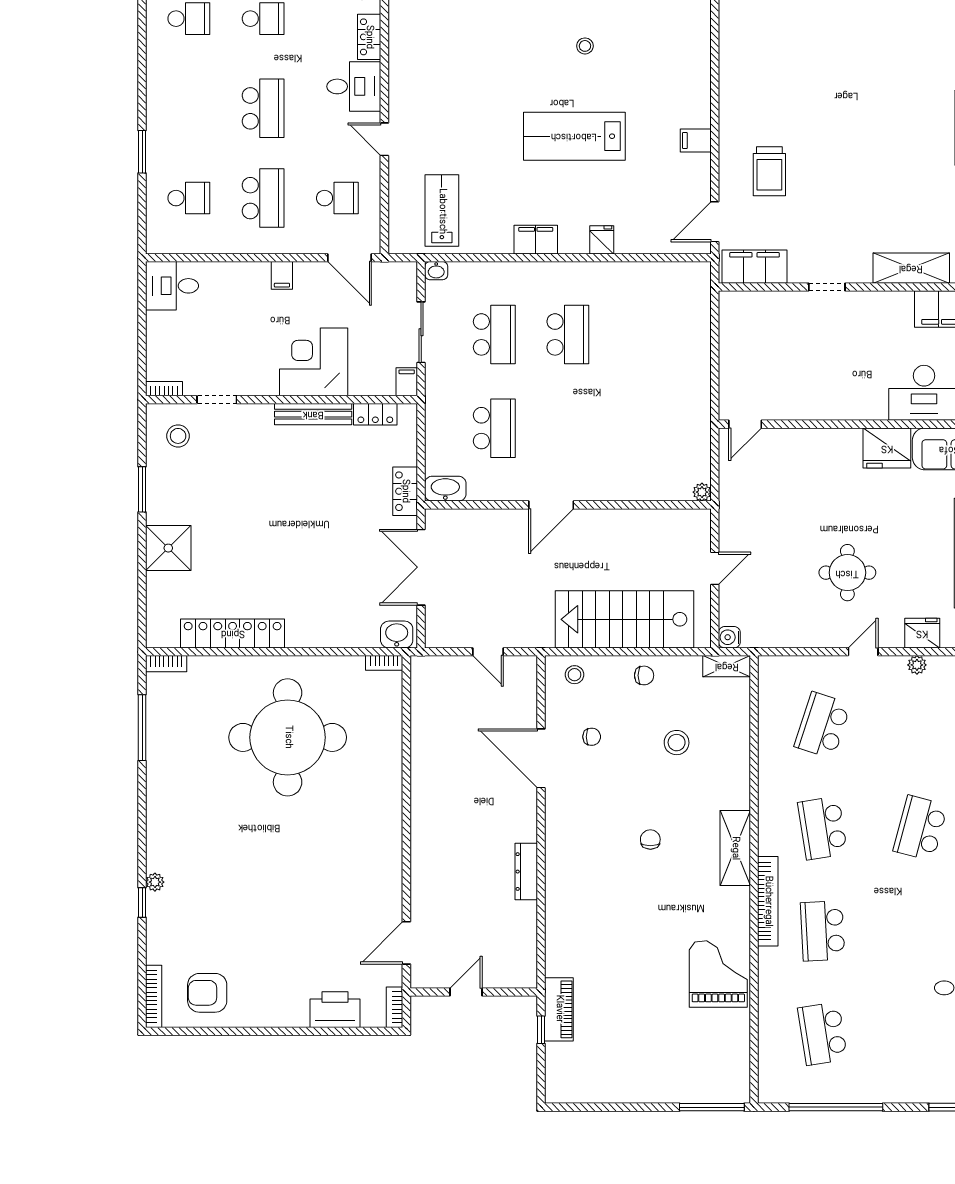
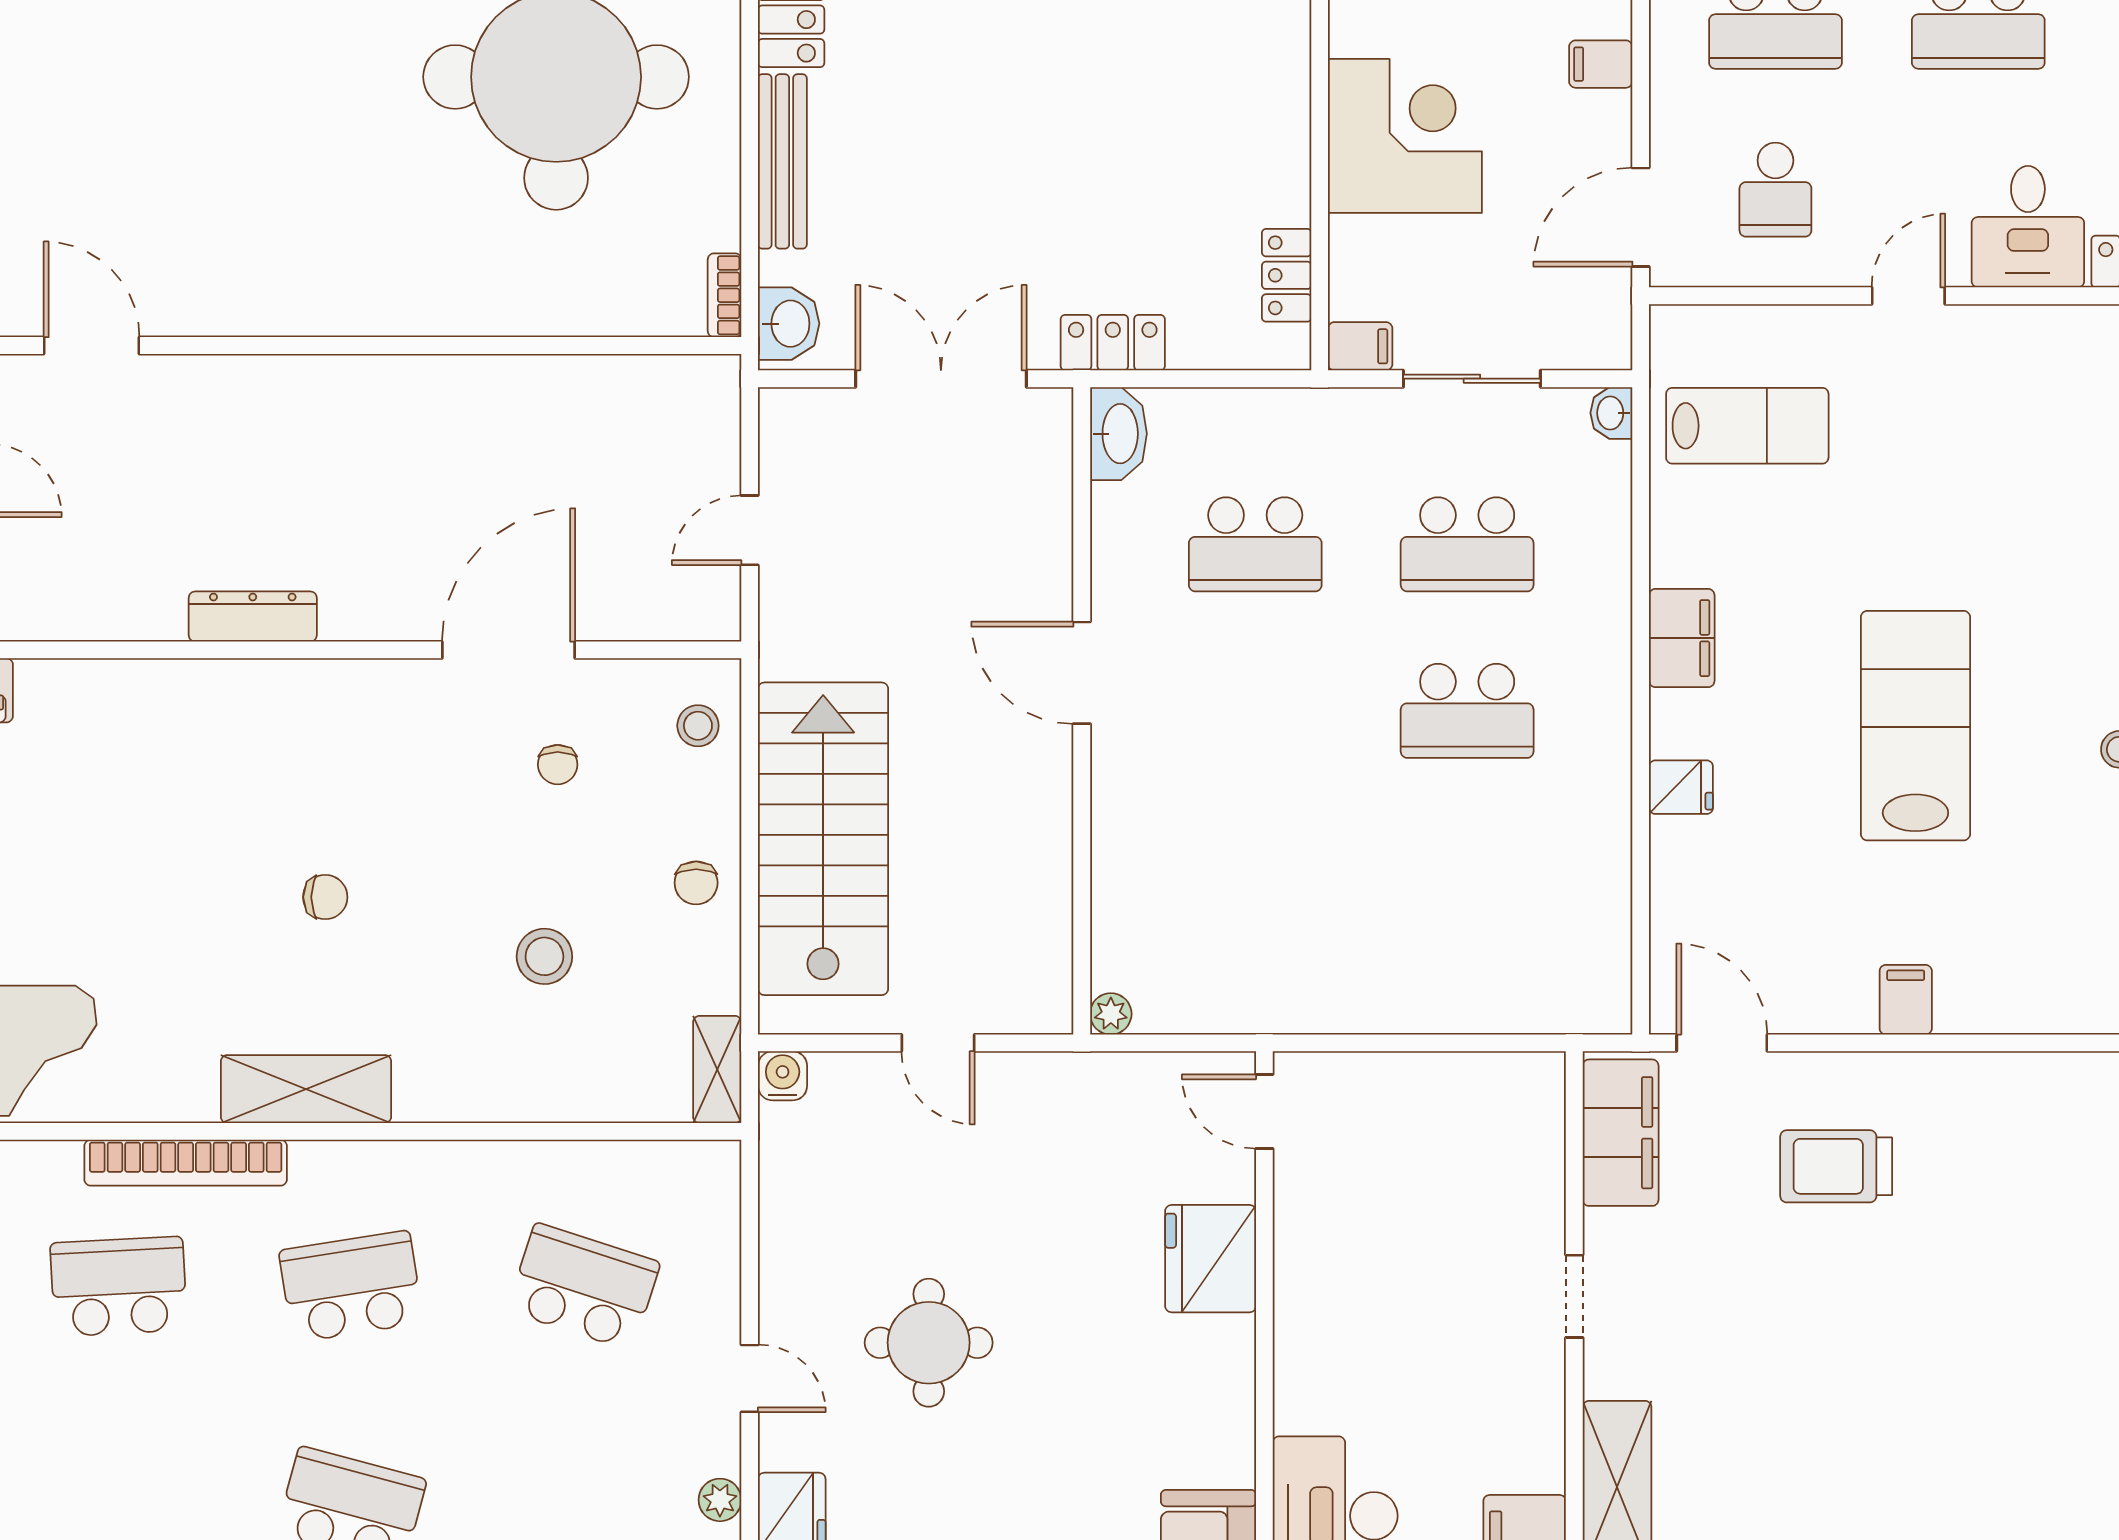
bench: (313, 414) -> (782, 161), moved
fridge: (887, 448) -> (1211, 1259), moved

